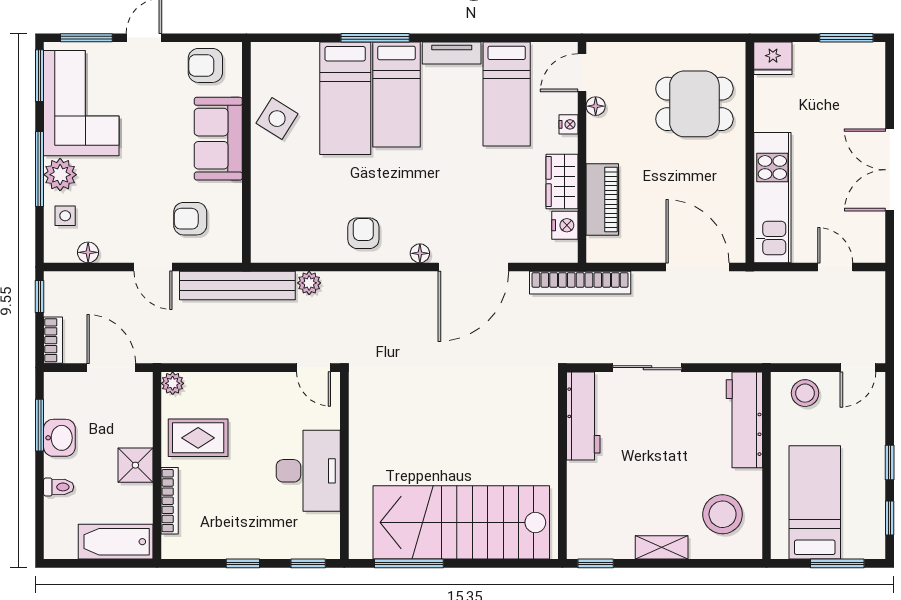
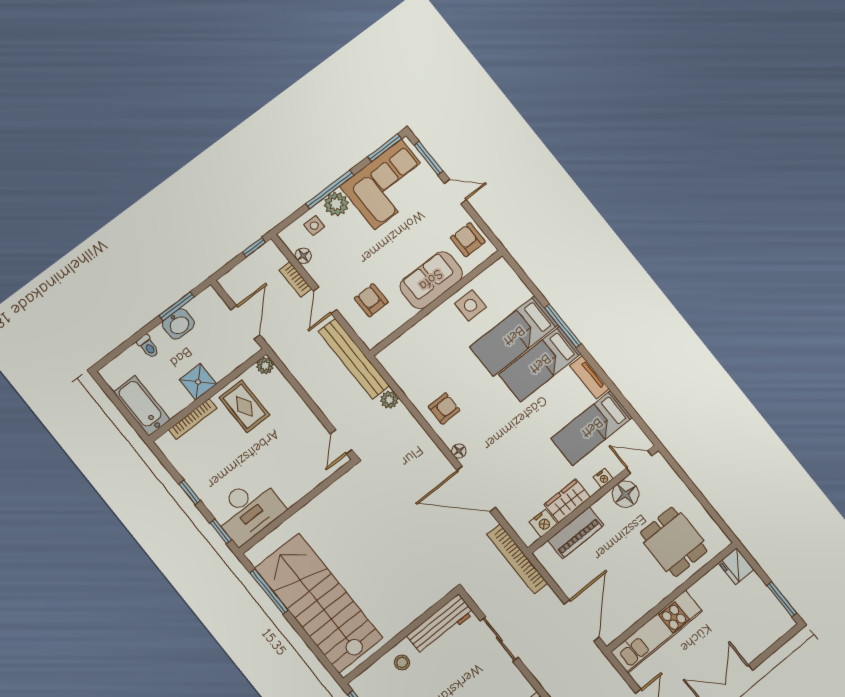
floor lamp: (596, 106) -> (625, 494), width x1.89, depth x1.89
side table: (277, 119) -> (470, 305), turned -32
bookcase: (53, 340) -> (295, 279), moved, turned 90
desk: (308, 471) -> (248, 510), moved
stool: (590, 486) -> (402, 662), added

